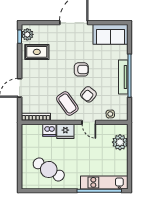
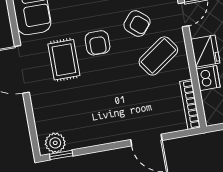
rug: (37, 52) -> (64, 60), moved
armchair: (81, 69) -> (98, 43), turned 180

